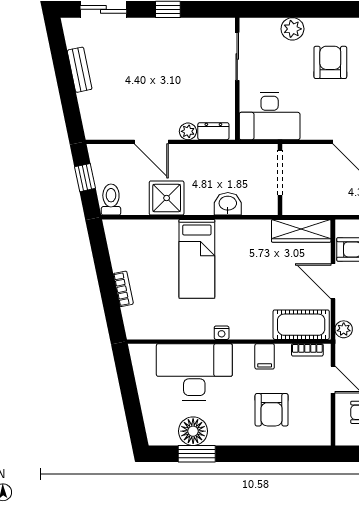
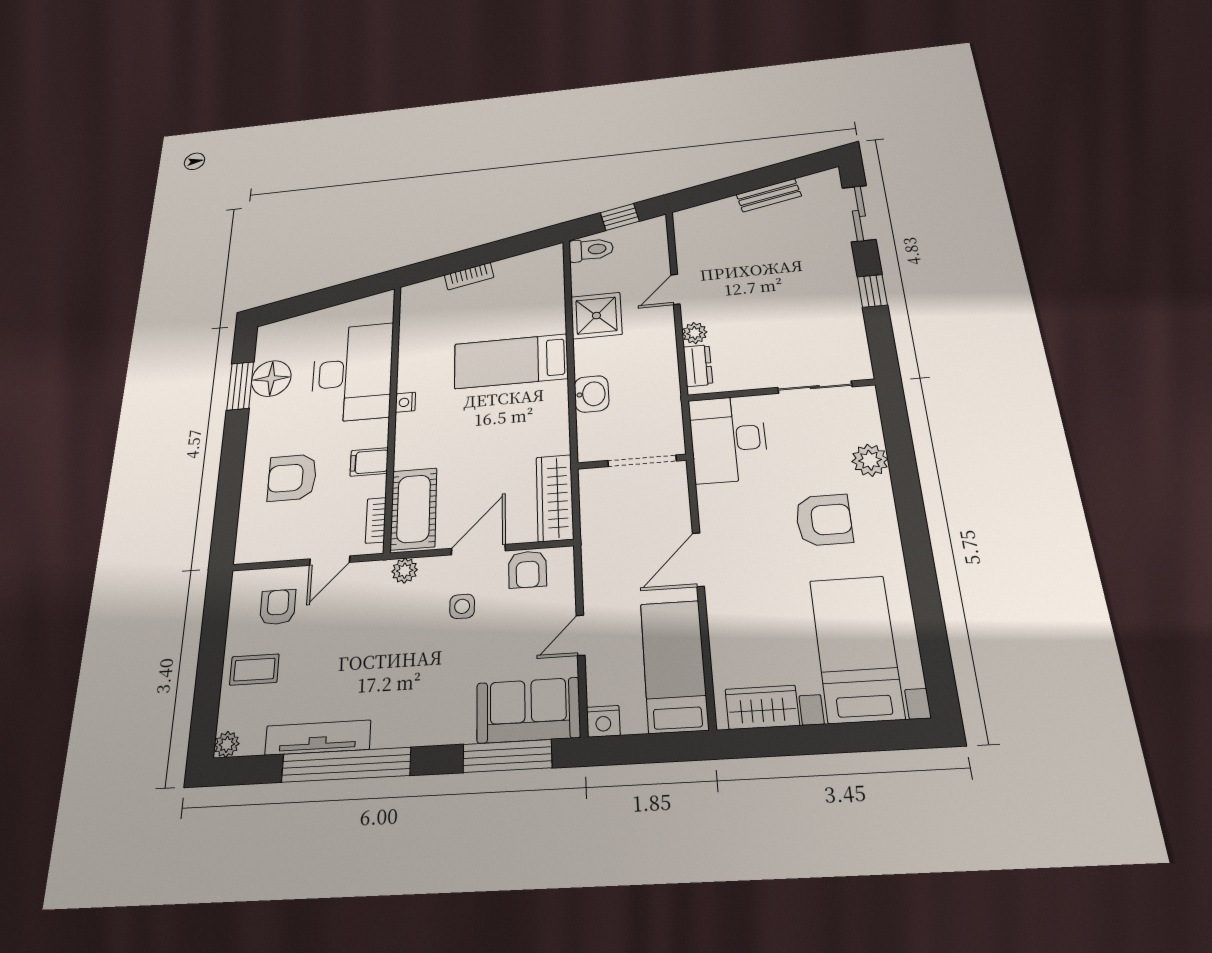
door: (151, 142) -> (675, 289), width x0.73

